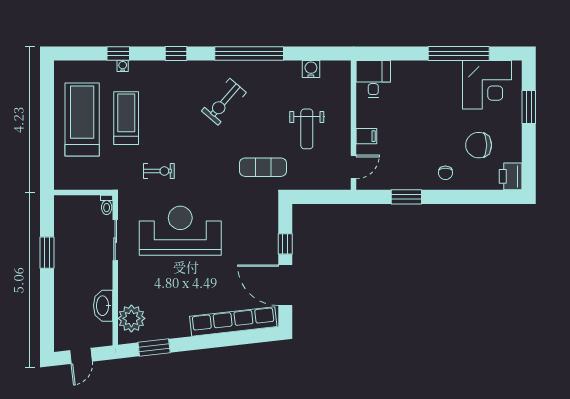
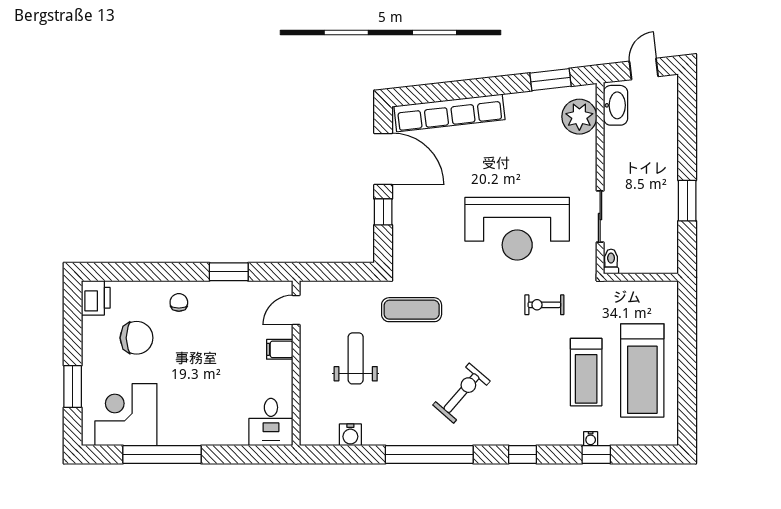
washbasin: (103, 306) -> (616, 105), moved

